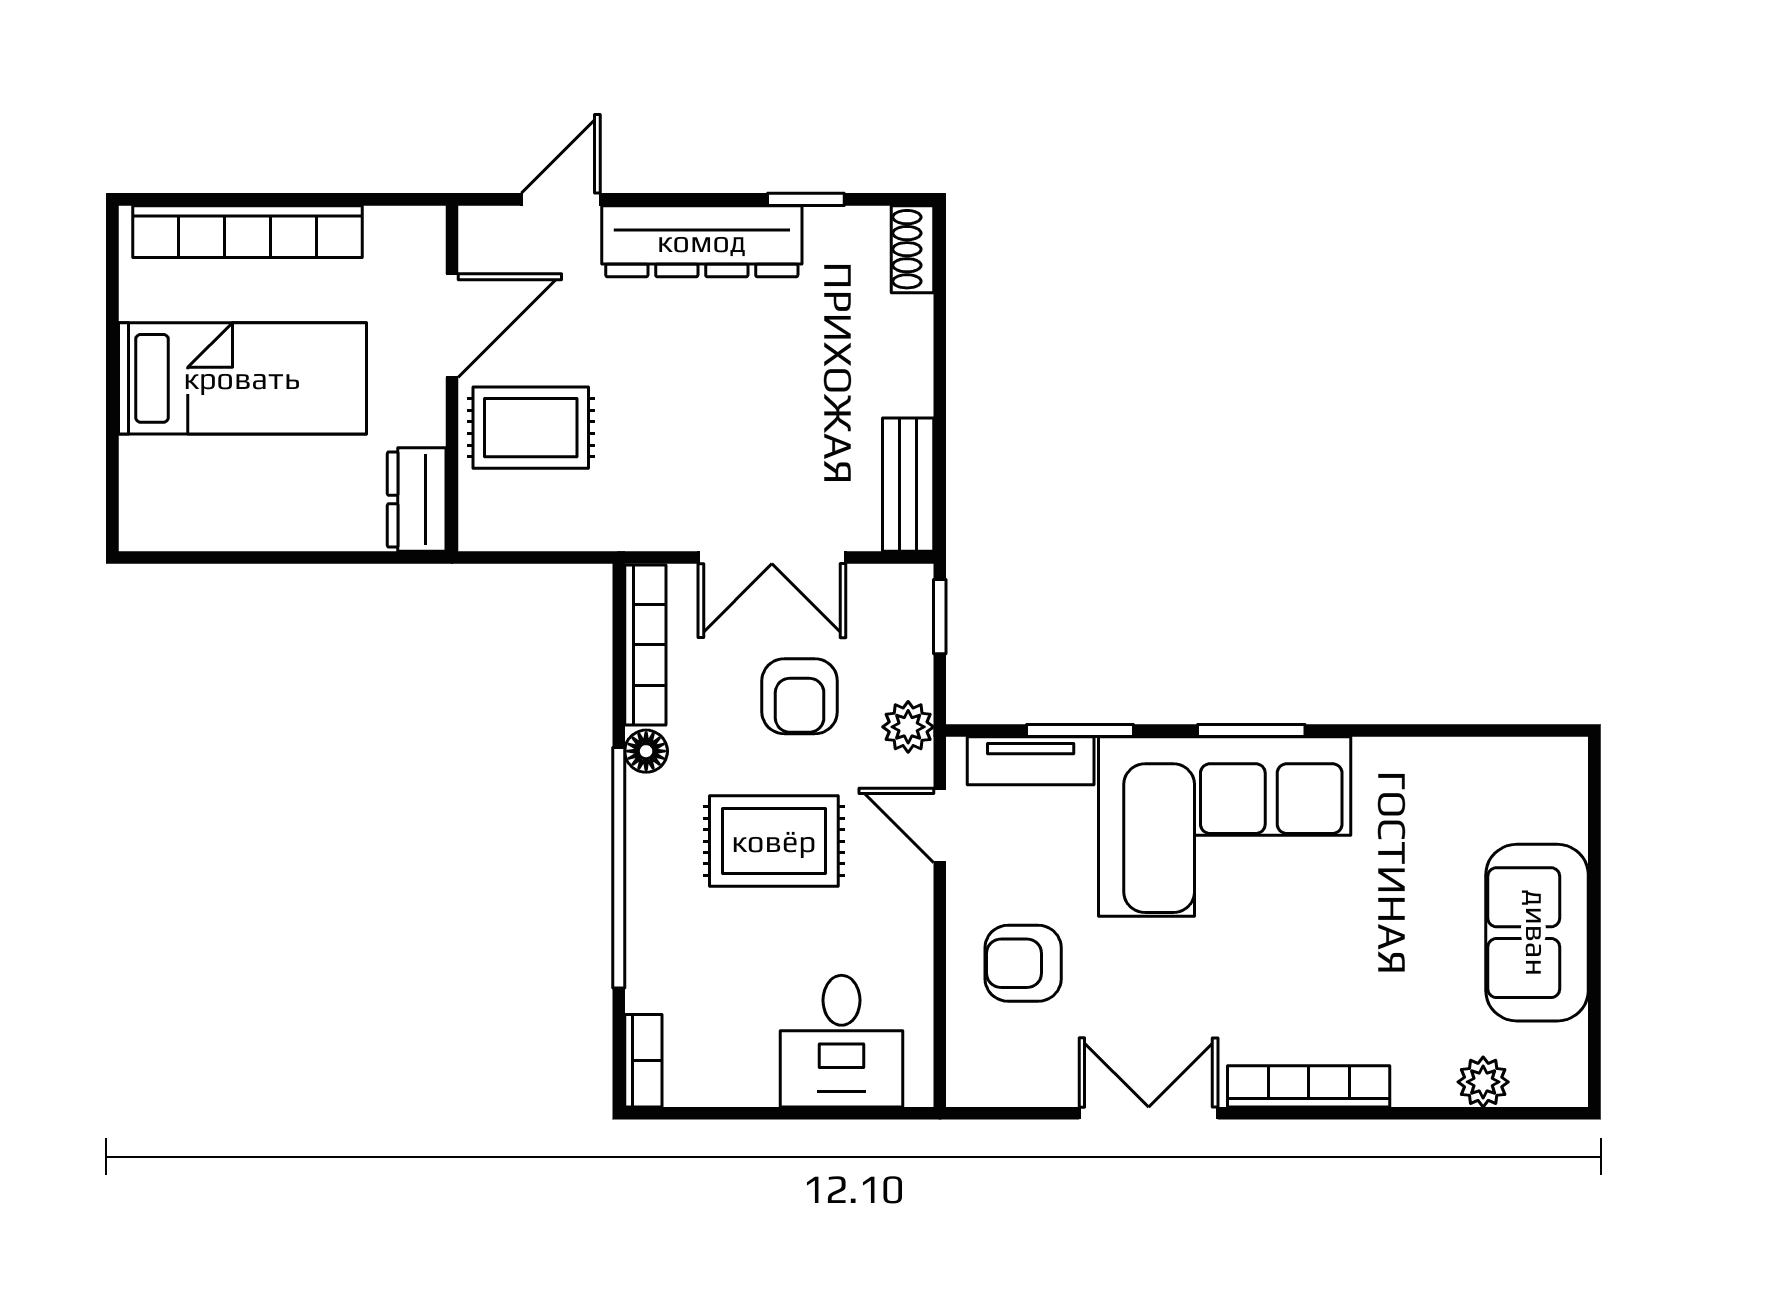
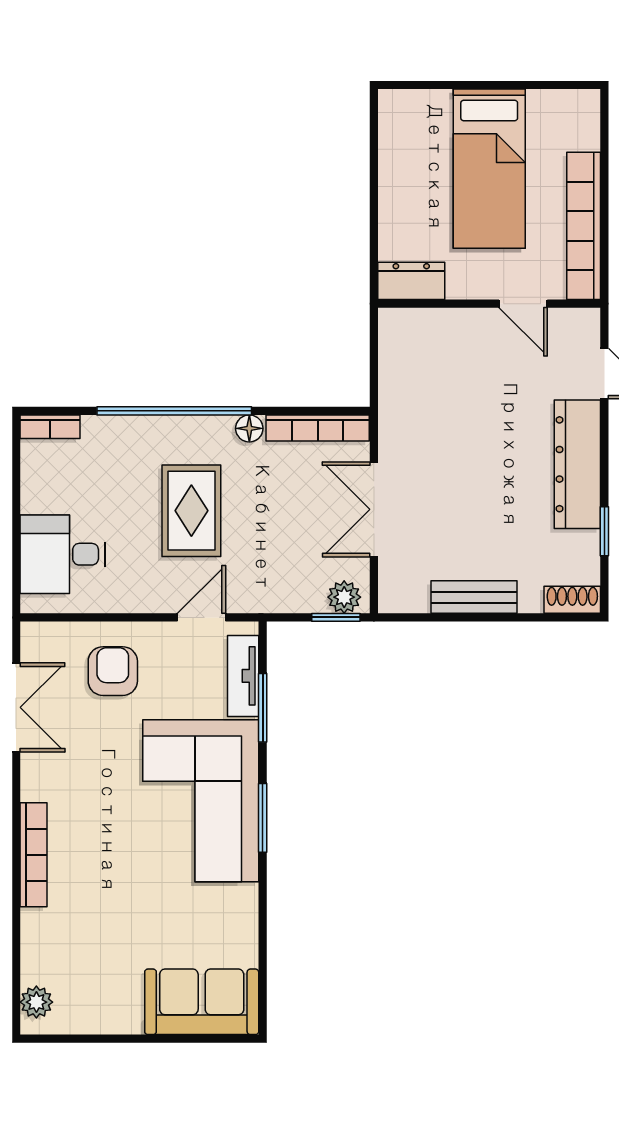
bookcase: (247, 232) -> (584, 226), moved
door: (452, 326) -> (523, 304), width x0.73
rug: (531, 428) -> (457, 354), removed
bench: (908, 485) -> (474, 597), moved
armchair: (800, 696) -> (285, 527), removed
plant: (908, 727) -> (344, 597), moved
sofa: (1537, 933) -> (202, 1002), moved
plant: (1483, 1082) -> (36, 1002), moved
double door: (1149, 1113) -> (16, 707), moved

